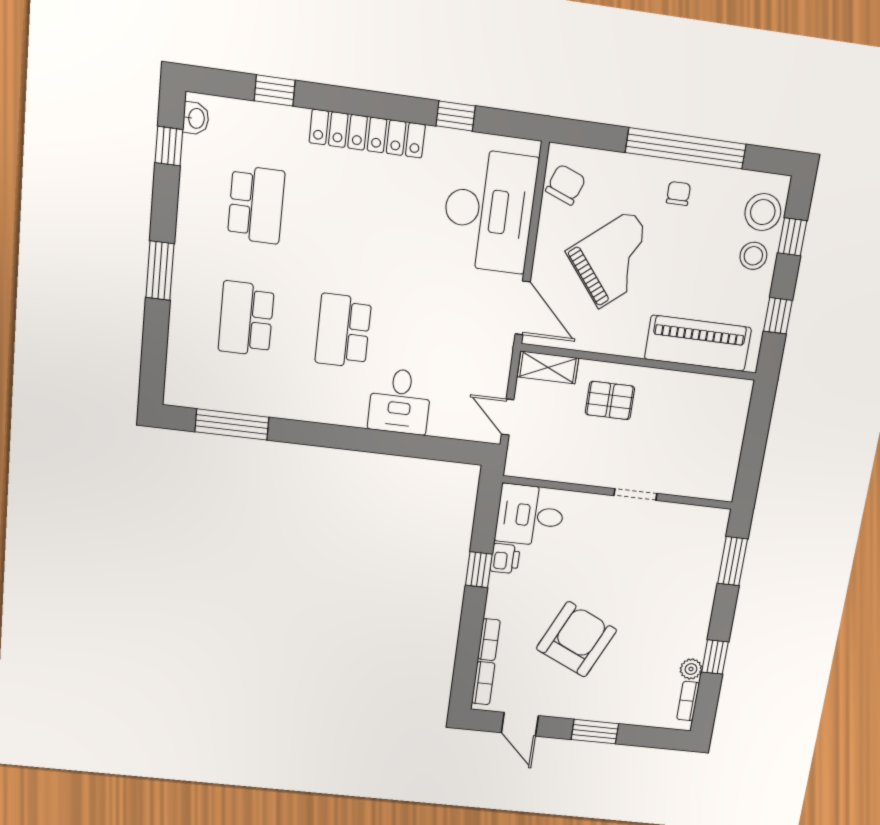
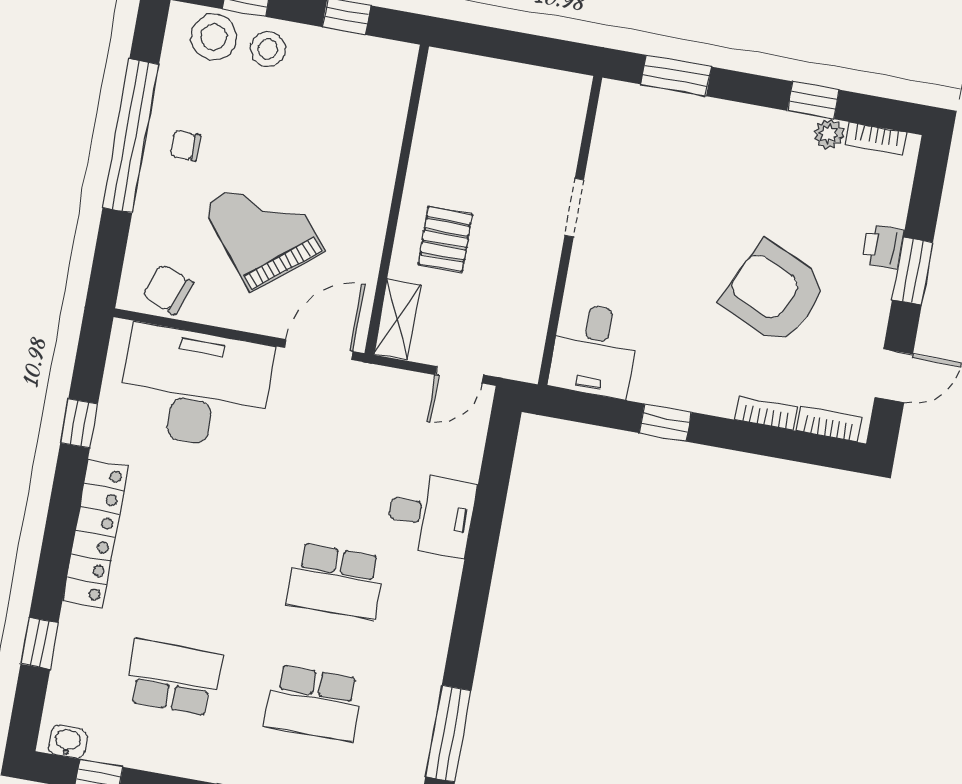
piano: (698, 343) -> (377, 122), removed
printer: (505, 559) -> (883, 246), moved, turned -90

